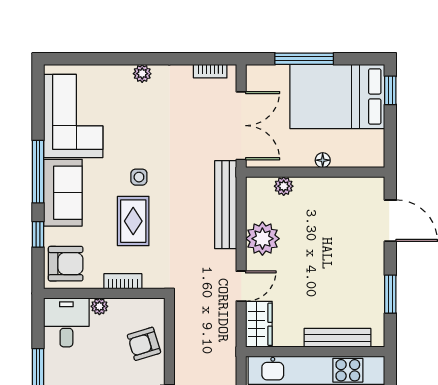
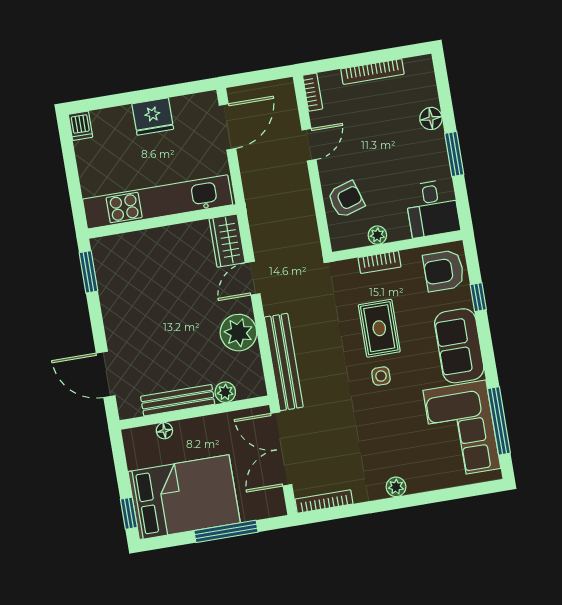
bookcase: (210, 71) -> (324, 501), width x1.56
floor lamp: (323, 160) -> (164, 431), moved
window: (38, 172) -> (499, 421), moved
window: (390, 294) -> (88, 272), moved
plant: (99, 306) -> (377, 235), moved
bench: (337, 338) -> (178, 400), moved

